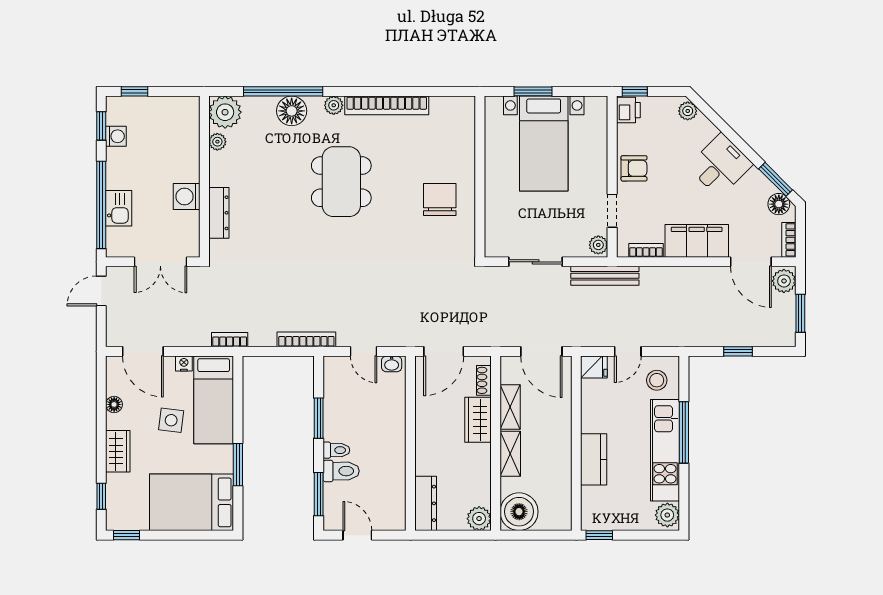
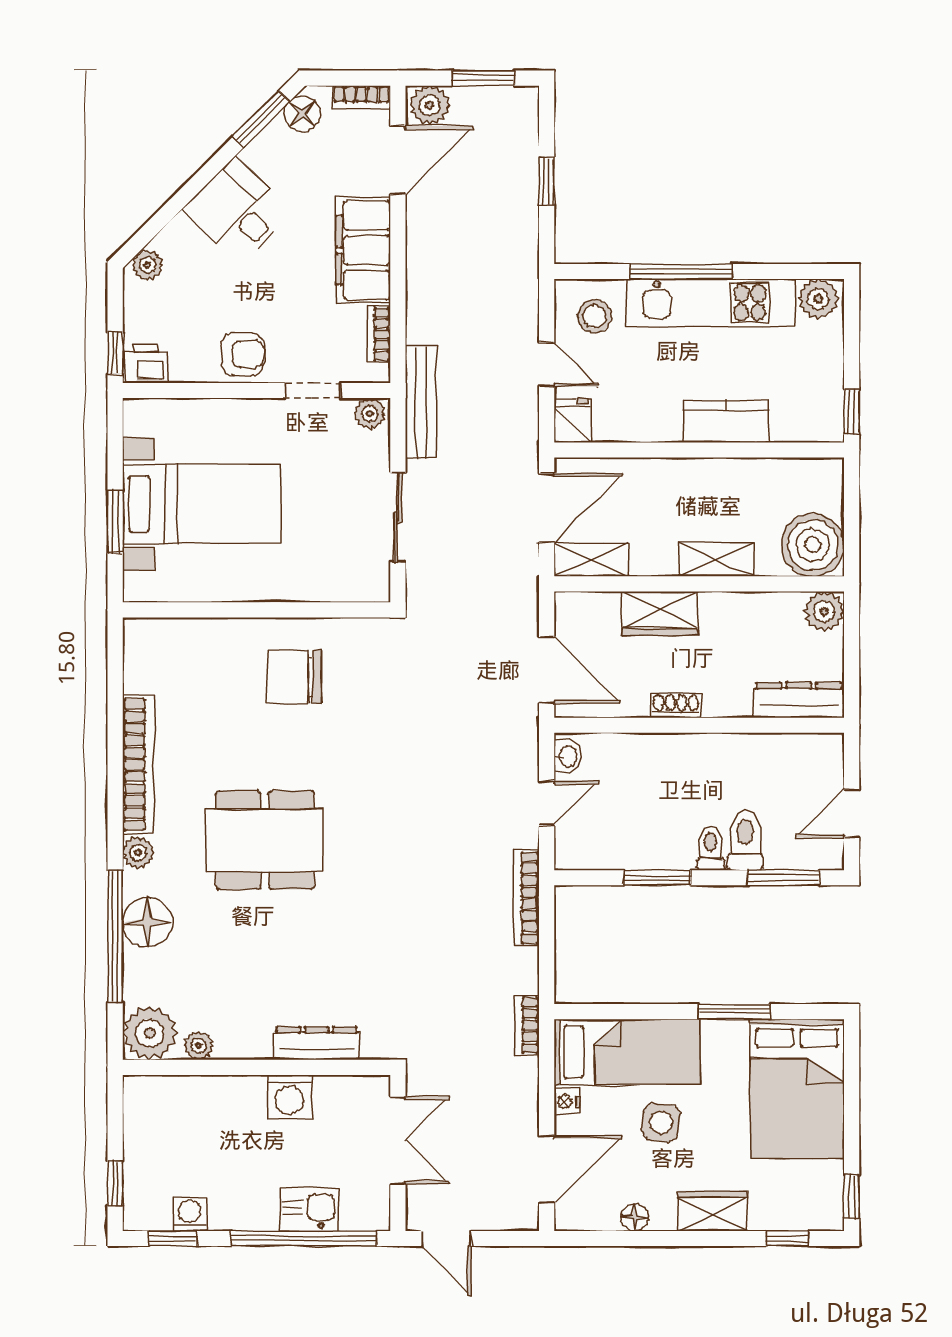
armchair: (634, 168) -> (243, 354), turned 90
shoe rack: (484, 380) -> (676, 706), moved, turned 180
shelving: (510, 407) -> (591, 560), moved

